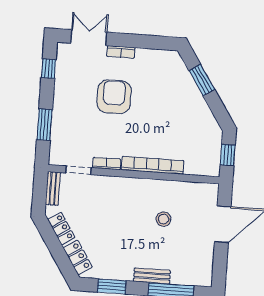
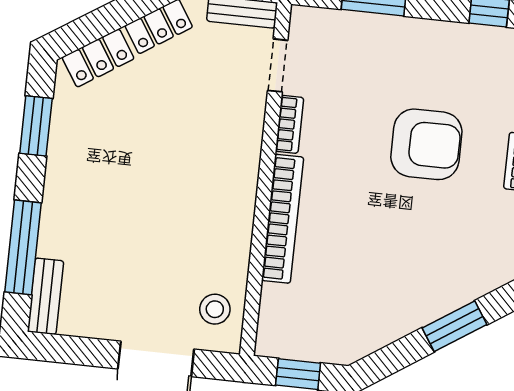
stool: (163, 219) -> (215, 309), moved
bench: (152, 276) -> (46, 296), moved

